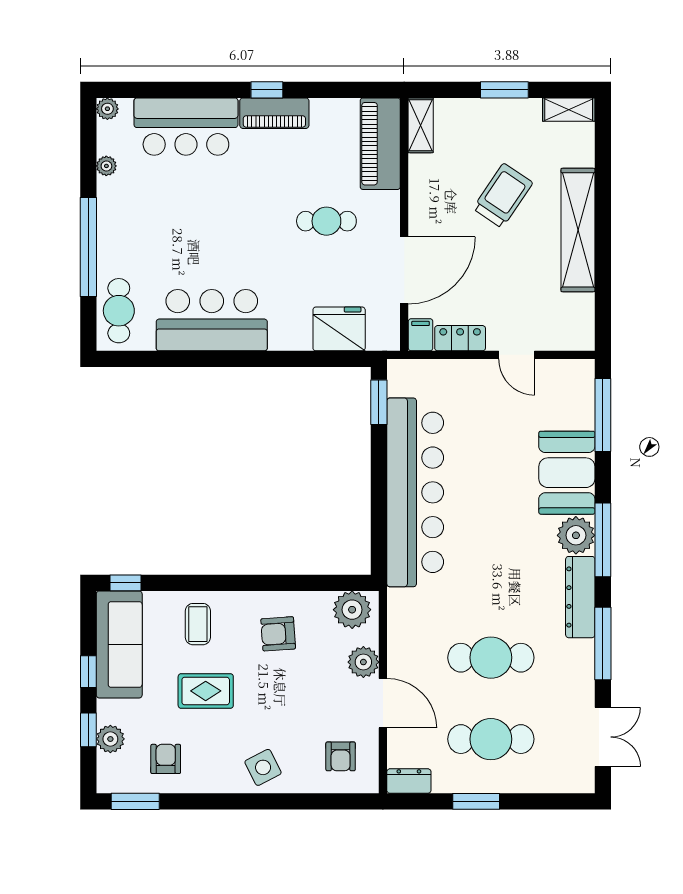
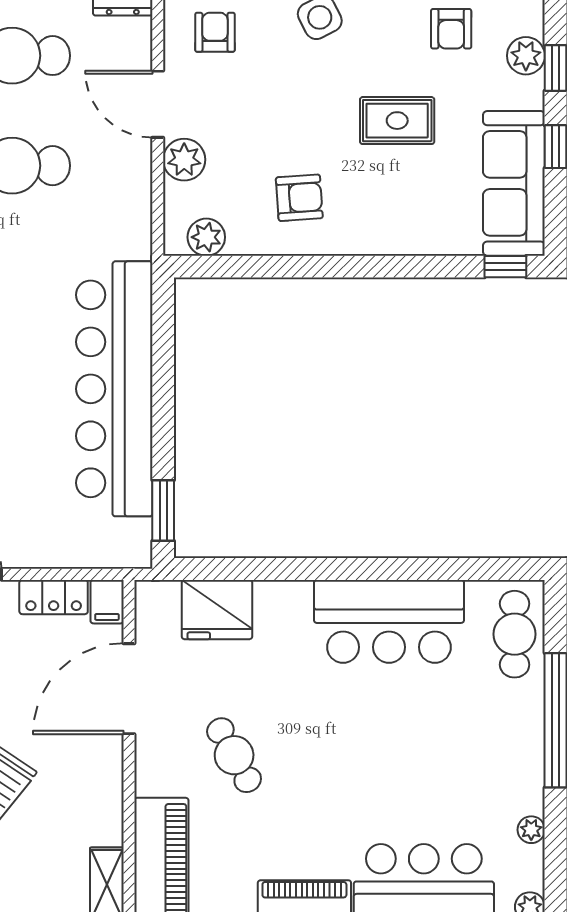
cafe table: (326, 221) -> (234, 755), turned 61
plant: (352, 610) -> (206, 237), width x0.73, depth x0.73
coffee table: (198, 624) -> (408, 211), removed

